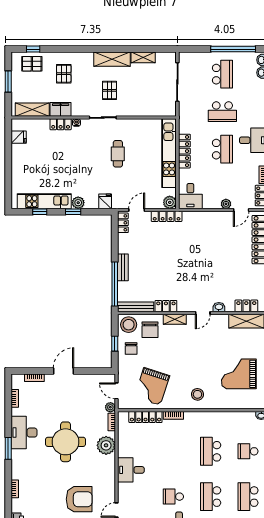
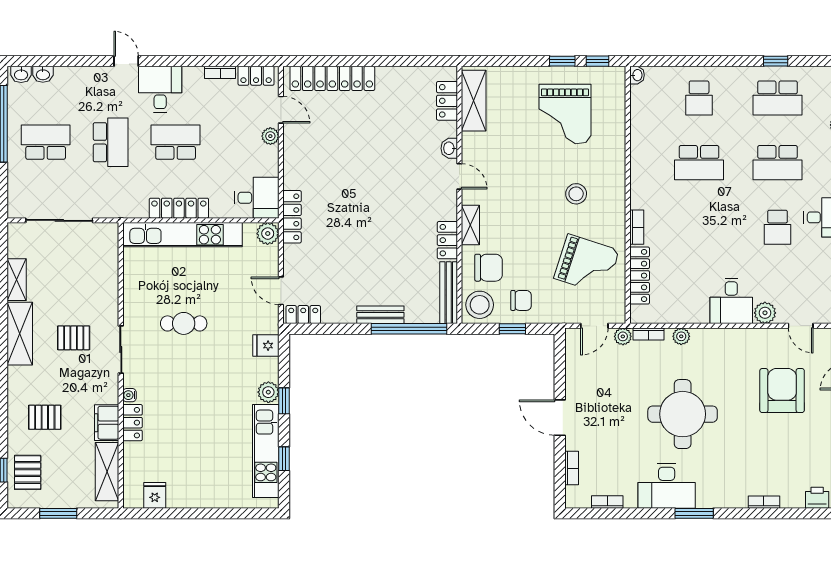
locker: (167, 216) -> (292, 217), moved
stool: (198, 394) -> (576, 194), moved
plant: (106, 445) -> (681, 336), width x0.53, depth x0.53
plant: (124, 489) -> (765, 313), added

